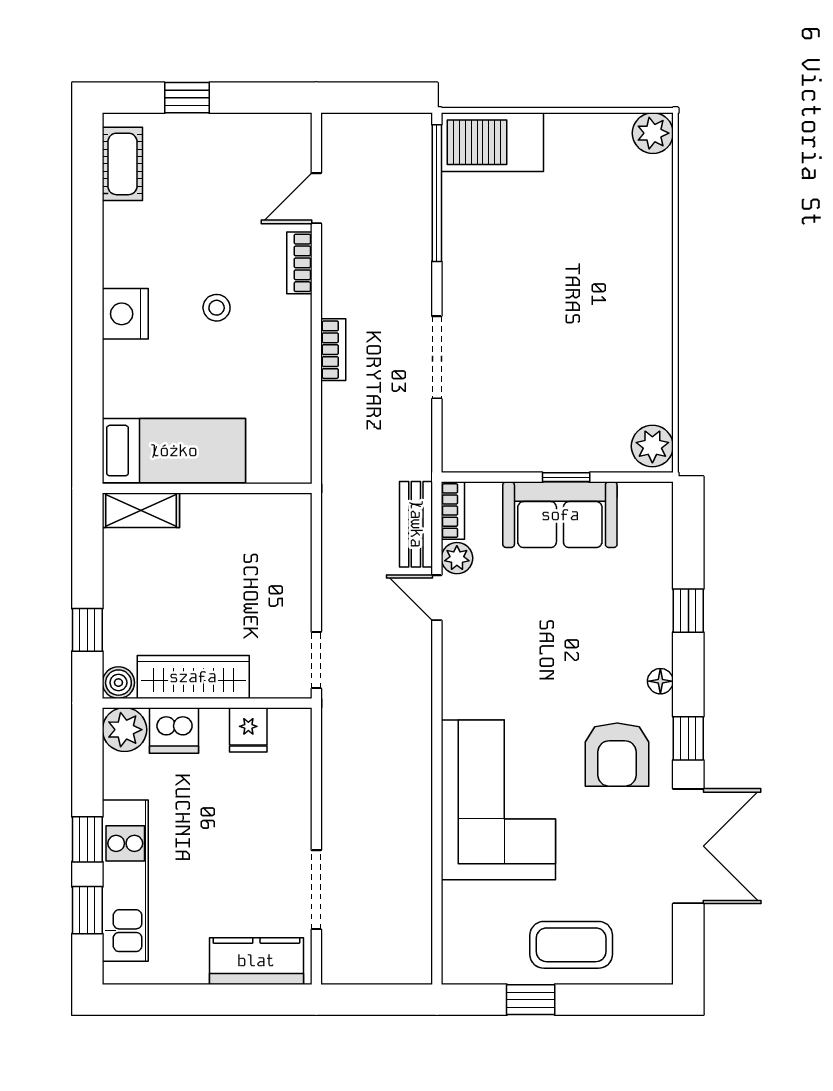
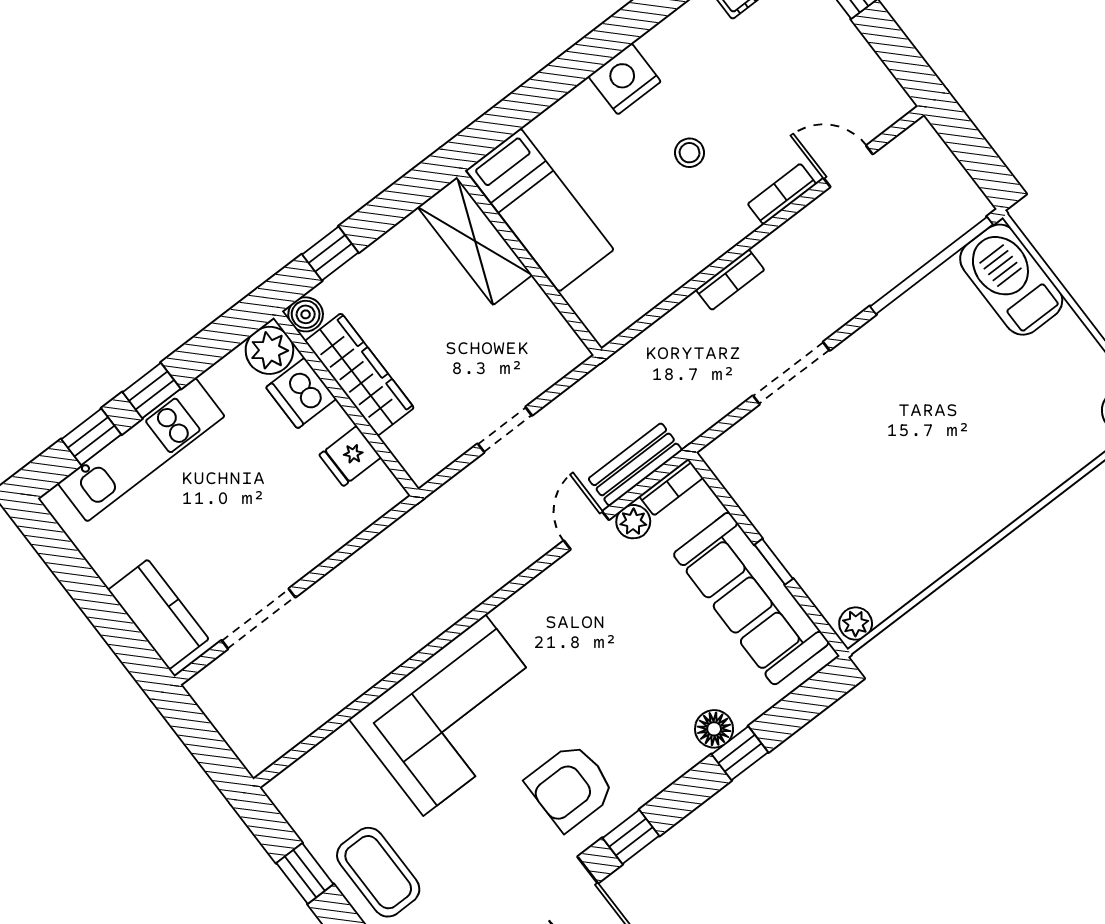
plant: (652, 446) -> (856, 624), width x0.73, depth x0.73
shelving: (141, 510) -> (475, 241), width x1.50, depth x1.33
sofa: (560, 515) -> (751, 599), width x1.36
doorway: (316, 660) -> (505, 430), moved
floor lamp: (660, 681) -> (714, 729), moved, width x1.37, depth x1.37

